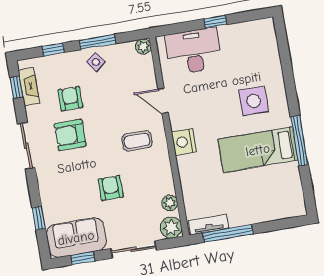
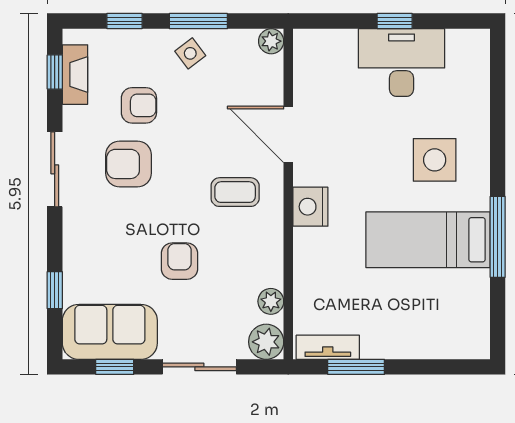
desk: (194, 51) -> (402, 63), moved
armchair: (70, 99) -> (139, 105), turned 90
door: (163, 101) -> (288, 134), width x1.38
window: (228, 233) -> (356, 367), width x0.69

